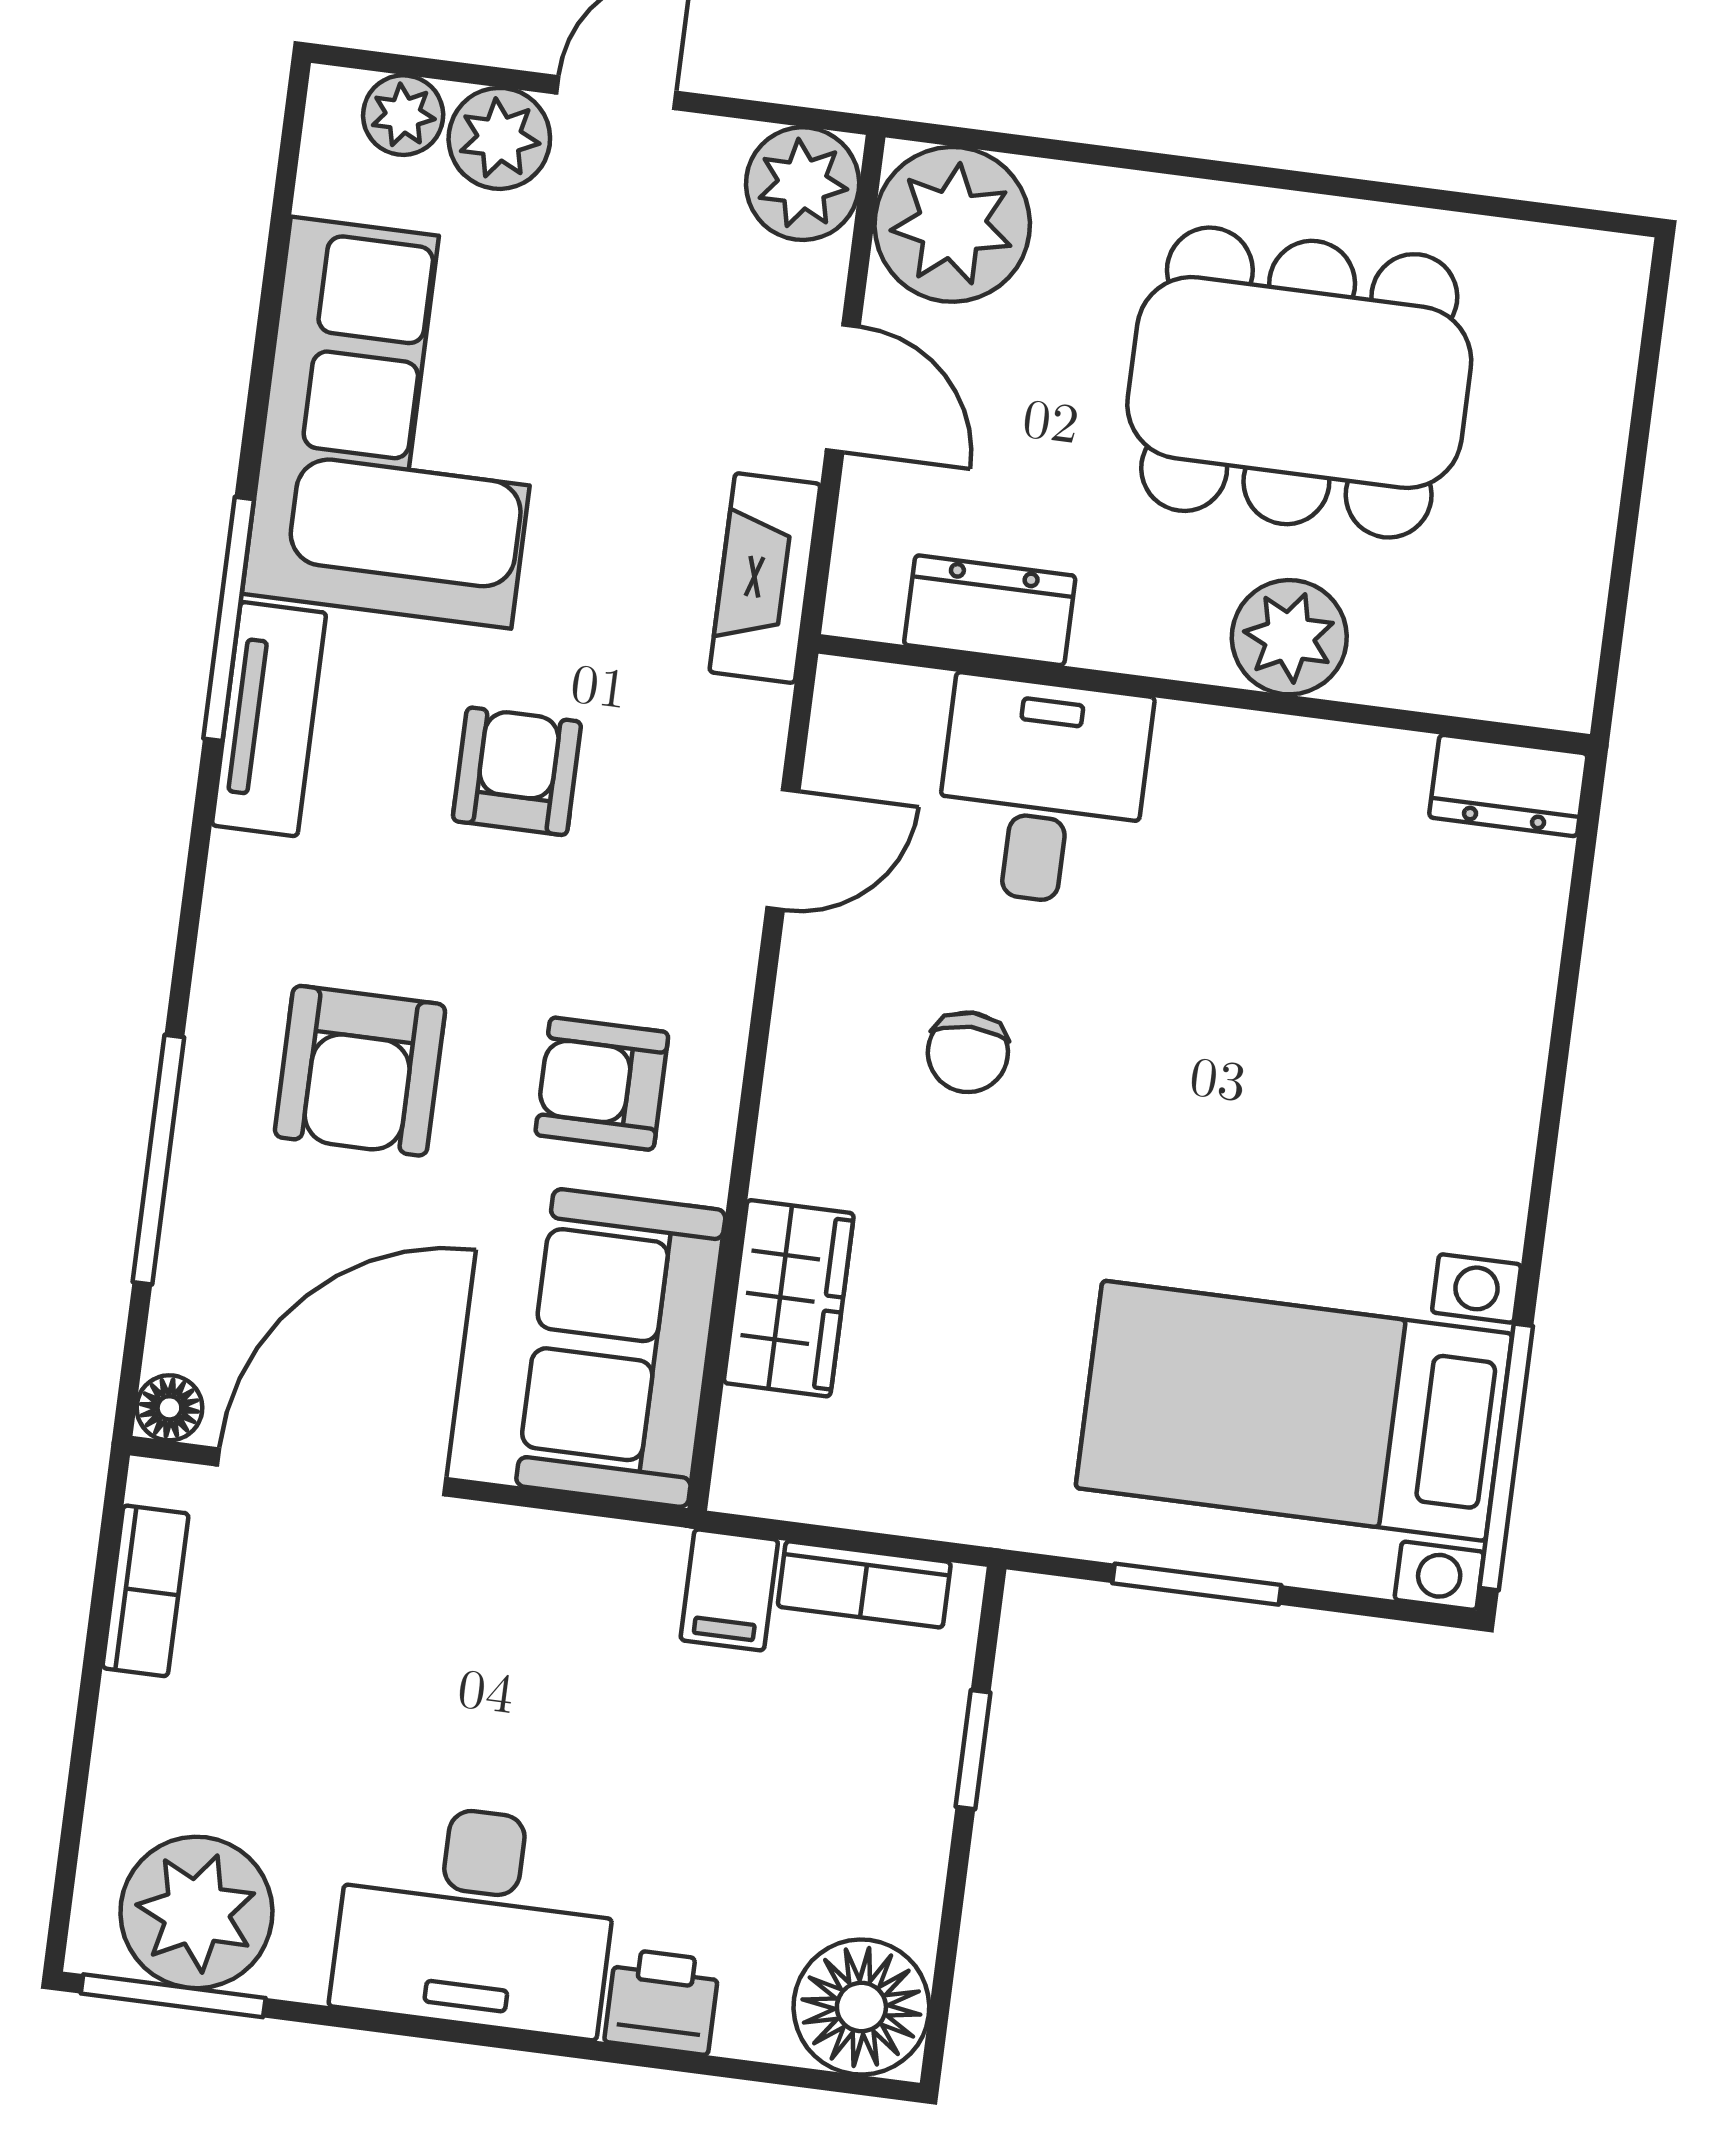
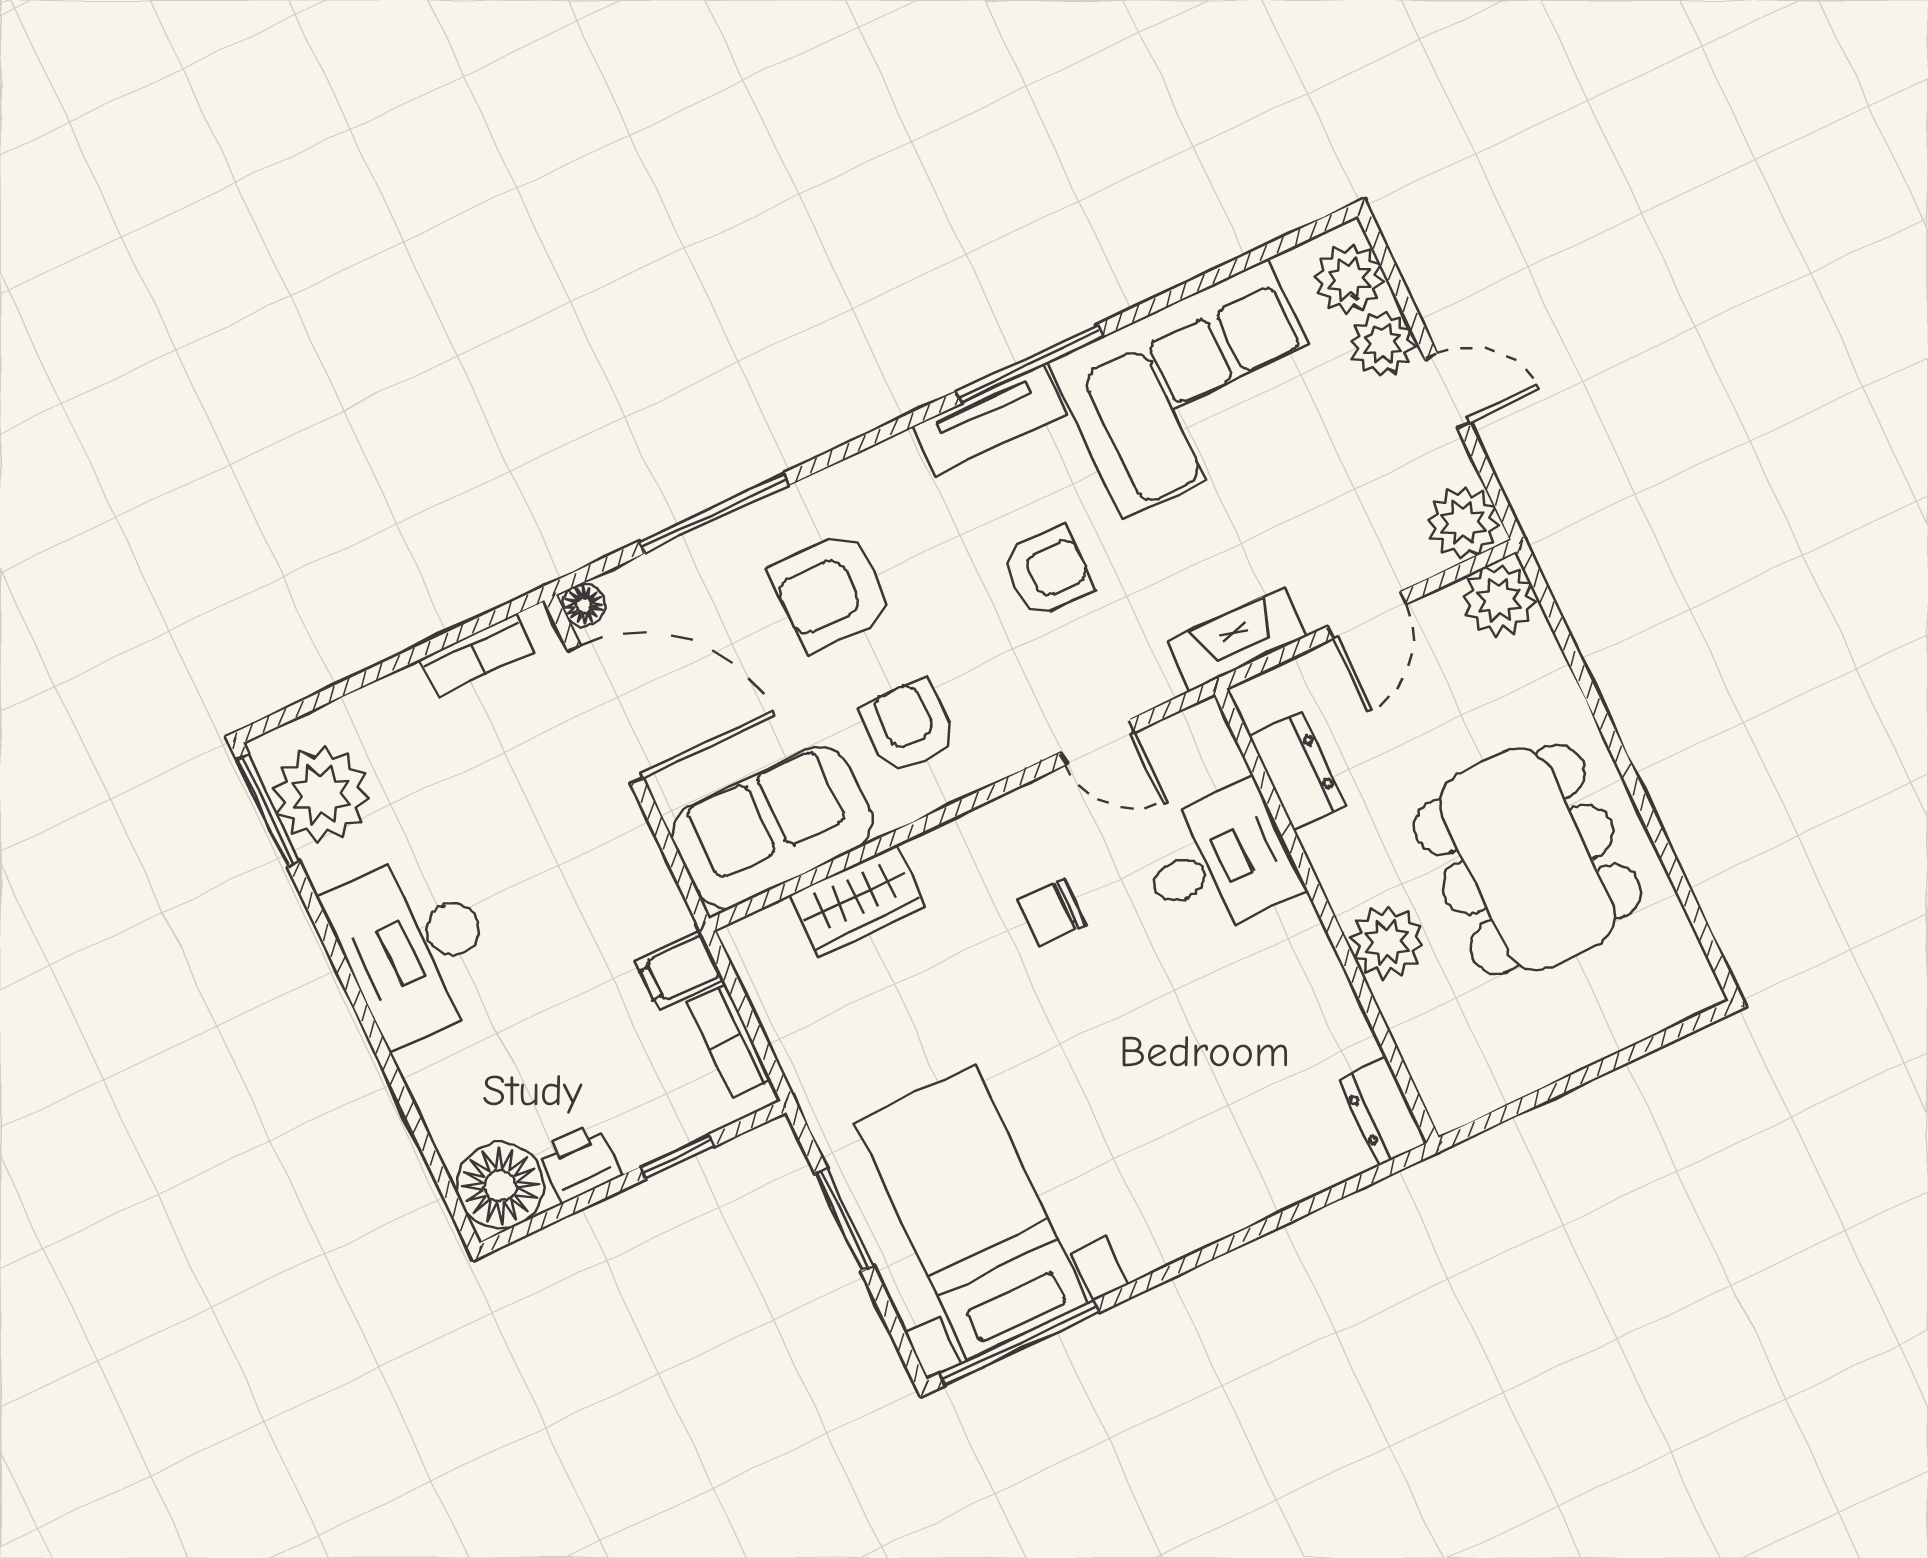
plant: (403, 115) -> (1349, 279), width x1.38, depth x1.38
plant: (952, 224) -> (1499, 600), width x0.73, depth x0.73
printer: (662, 2001) -> (580, 1162), moved, turned -90

